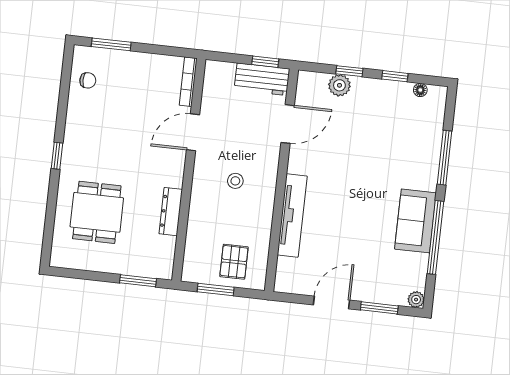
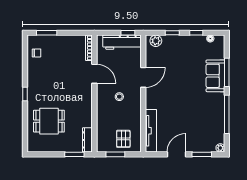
workbench: (262, 79) -> (122, 42), width x1.38
plant: (339, 85) -> (156, 41), moved
door: (288, 124) -> (143, 77), moved
door: (193, 132) -> (94, 74), swing flipped
dining table: (97, 212) -> (49, 121), turned 90
dresser: (171, 212) -> (87, 140), moved
tv unit: (292, 215) -> (151, 131), moved
sofa: (415, 221) -> (215, 76), moved

